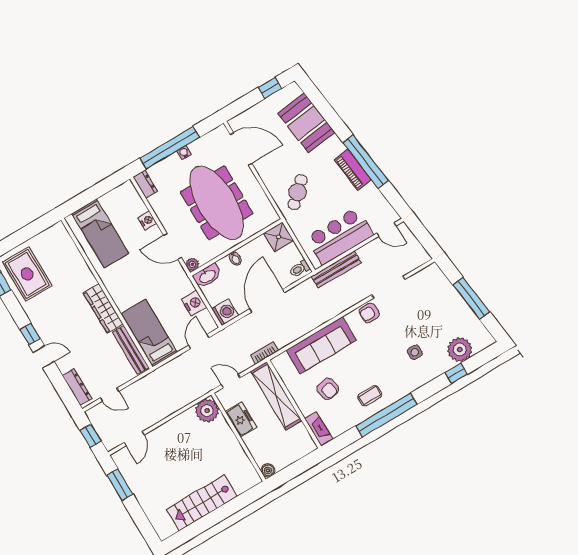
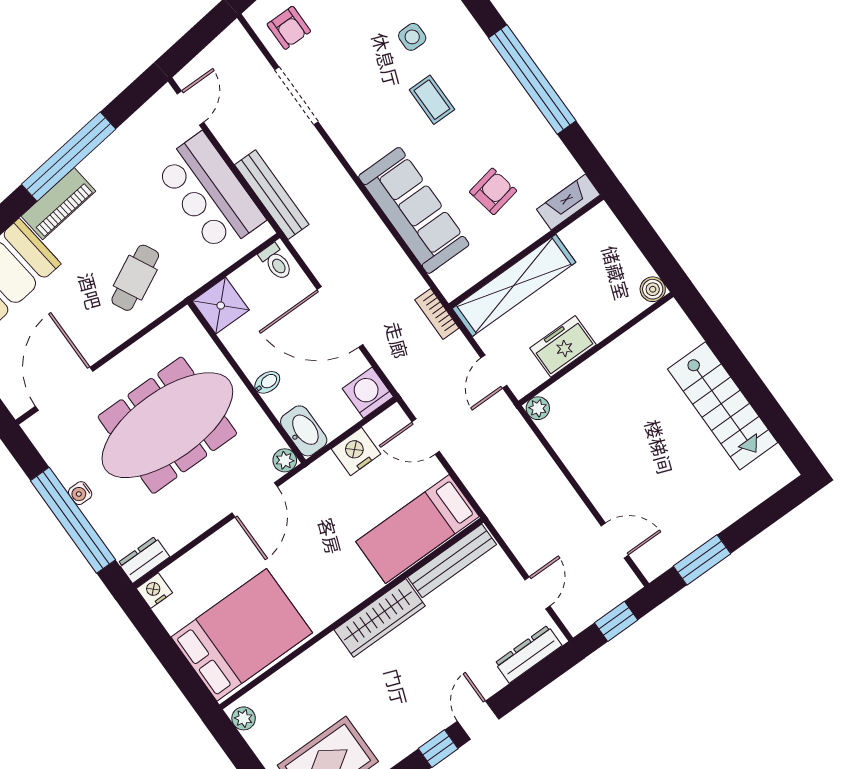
piano: (353, 170) -> (58, 204), moved
cafe table: (297, 192) -> (135, 278), turned -74
nightstand: (147, 221) -> (154, 591), moved
plant: (55, 231) -> (244, 718), added
bed: (100, 233) -> (242, 635), width x1.50
armchair: (369, 313) -> (289, 28), moved
coffee table: (370, 396) -> (432, 100), moved
plant: (207, 411) -> (538, 408), width x0.53, depth x0.53

